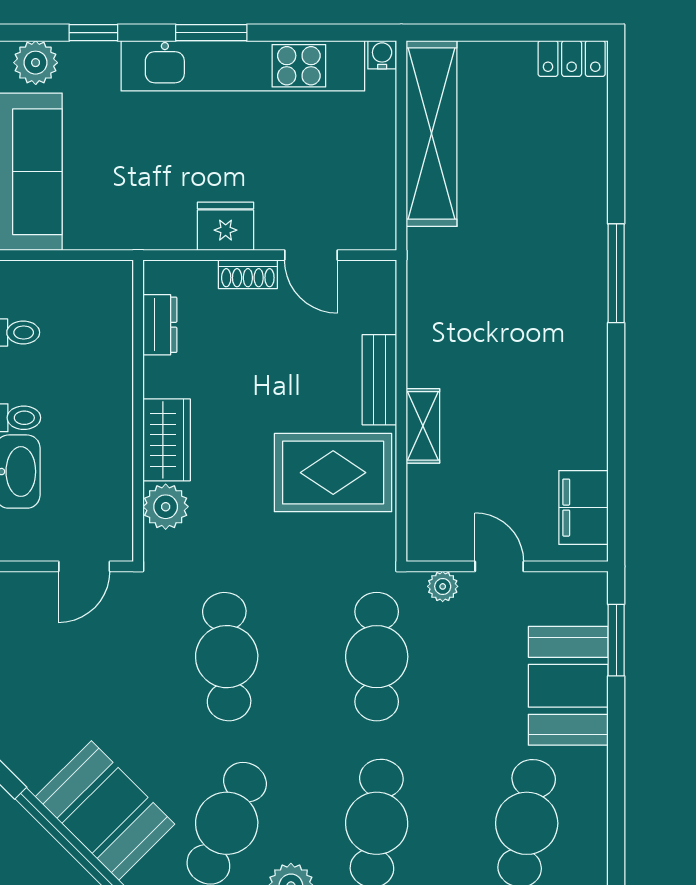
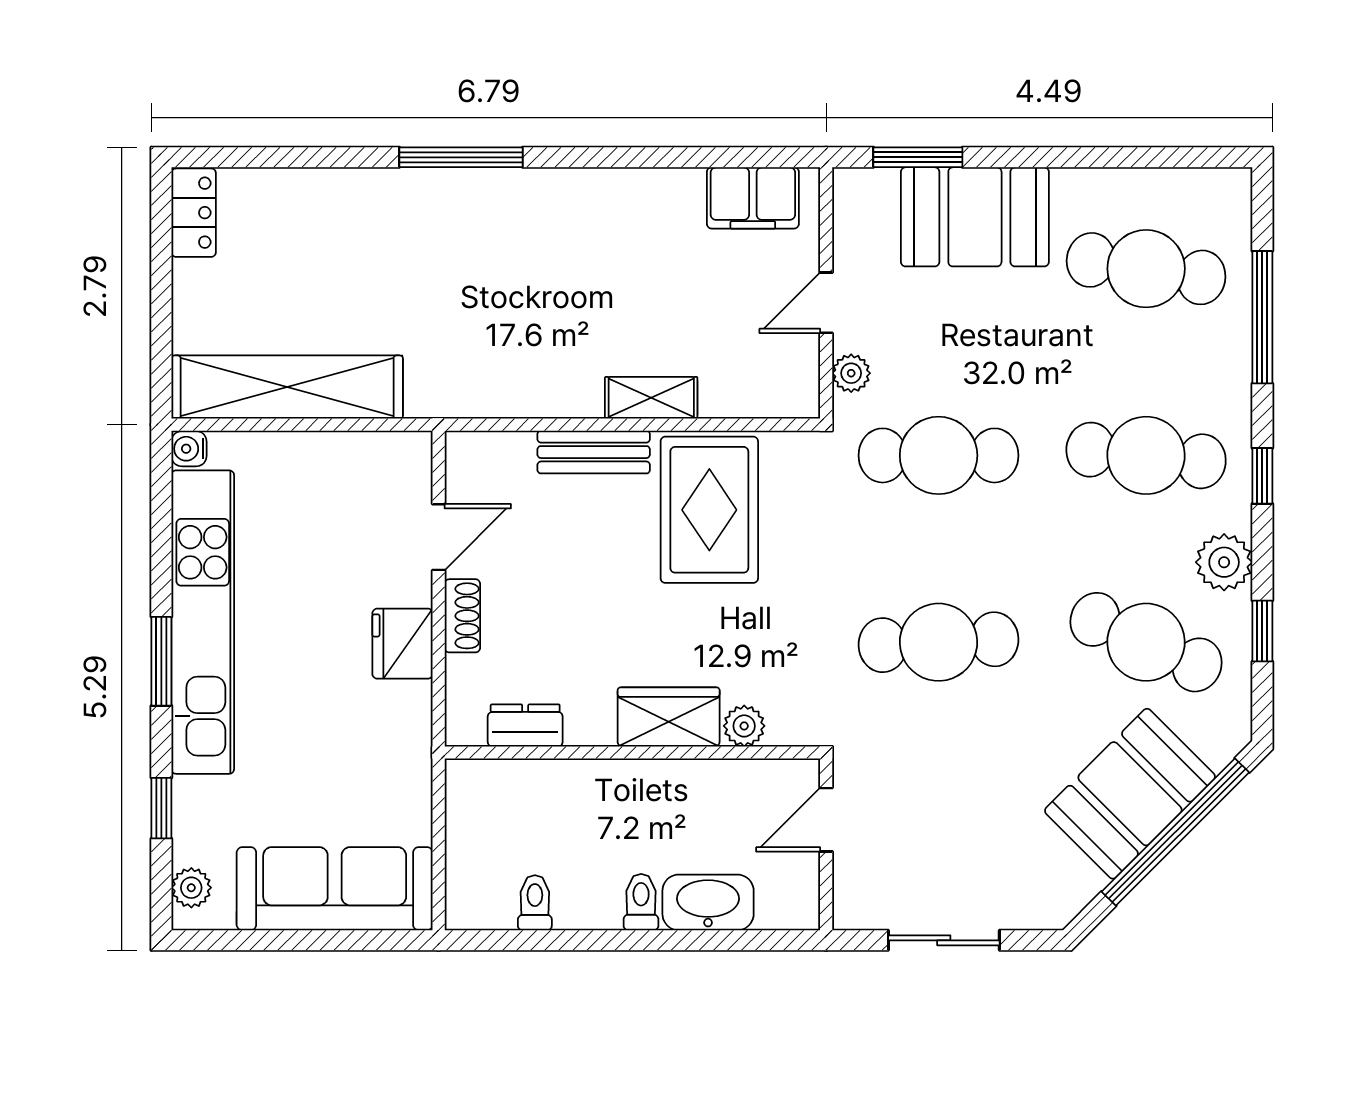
plant: (36, 63) -> (191, 888), width x0.73, depth x0.73
plant: (166, 507) -> (744, 726), width x0.73, depth x0.73
door: (84, 566) -> (826, 820), swing flipped

